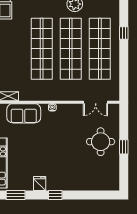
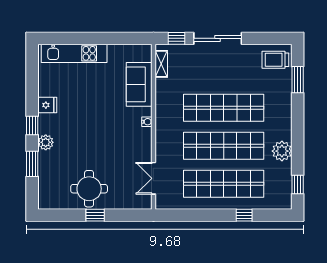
round table: (101, 142) -> (89, 189), moved
plant: (68, 185) -> (46, 142), added
window: (16, 195) -> (32, 164), moved

